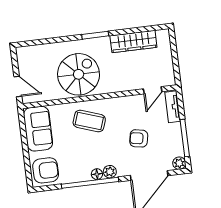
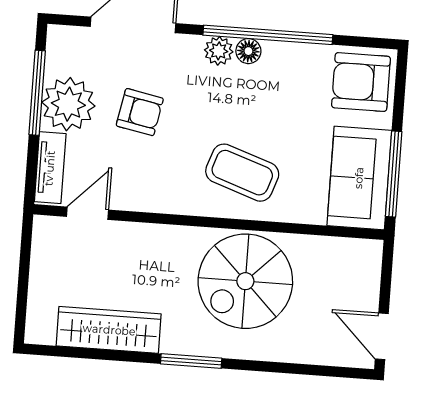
door: (18, 86) -> (382, 336), moved
window: (24, 133) -> (394, 174), added
plant: (179, 163) -> (68, 104), moved, width x1.87, depth x1.87

